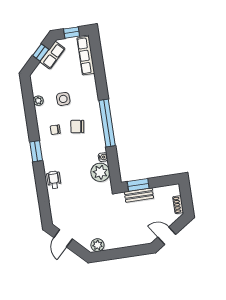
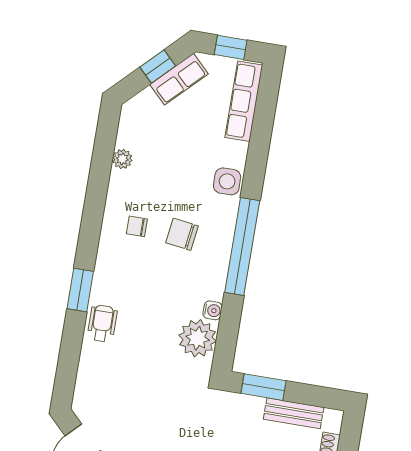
side table: (63, 99) -> (227, 181), moved
window: (36, 151) -> (80, 290), moved
bench: (139, 195) -> (294, 413), moved

